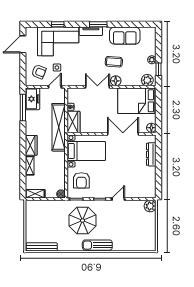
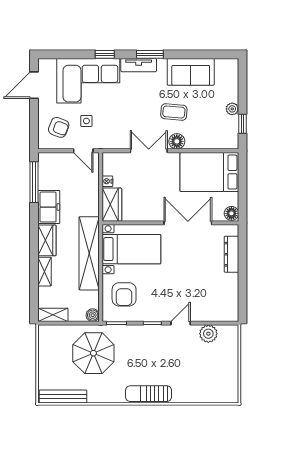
window: (58, 24) -> (105, 54), moved
plant: (147, 80) -> (225, 140), removed
door: (55, 87) -> (83, 151), swing flipped
freezer: (32, 99) -> (49, 207), moved
shelving: (59, 127) -> (89, 253), moved
plant: (150, 206) -> (208, 334), moved
parasol: (83, 221) -> (93, 353), moved

